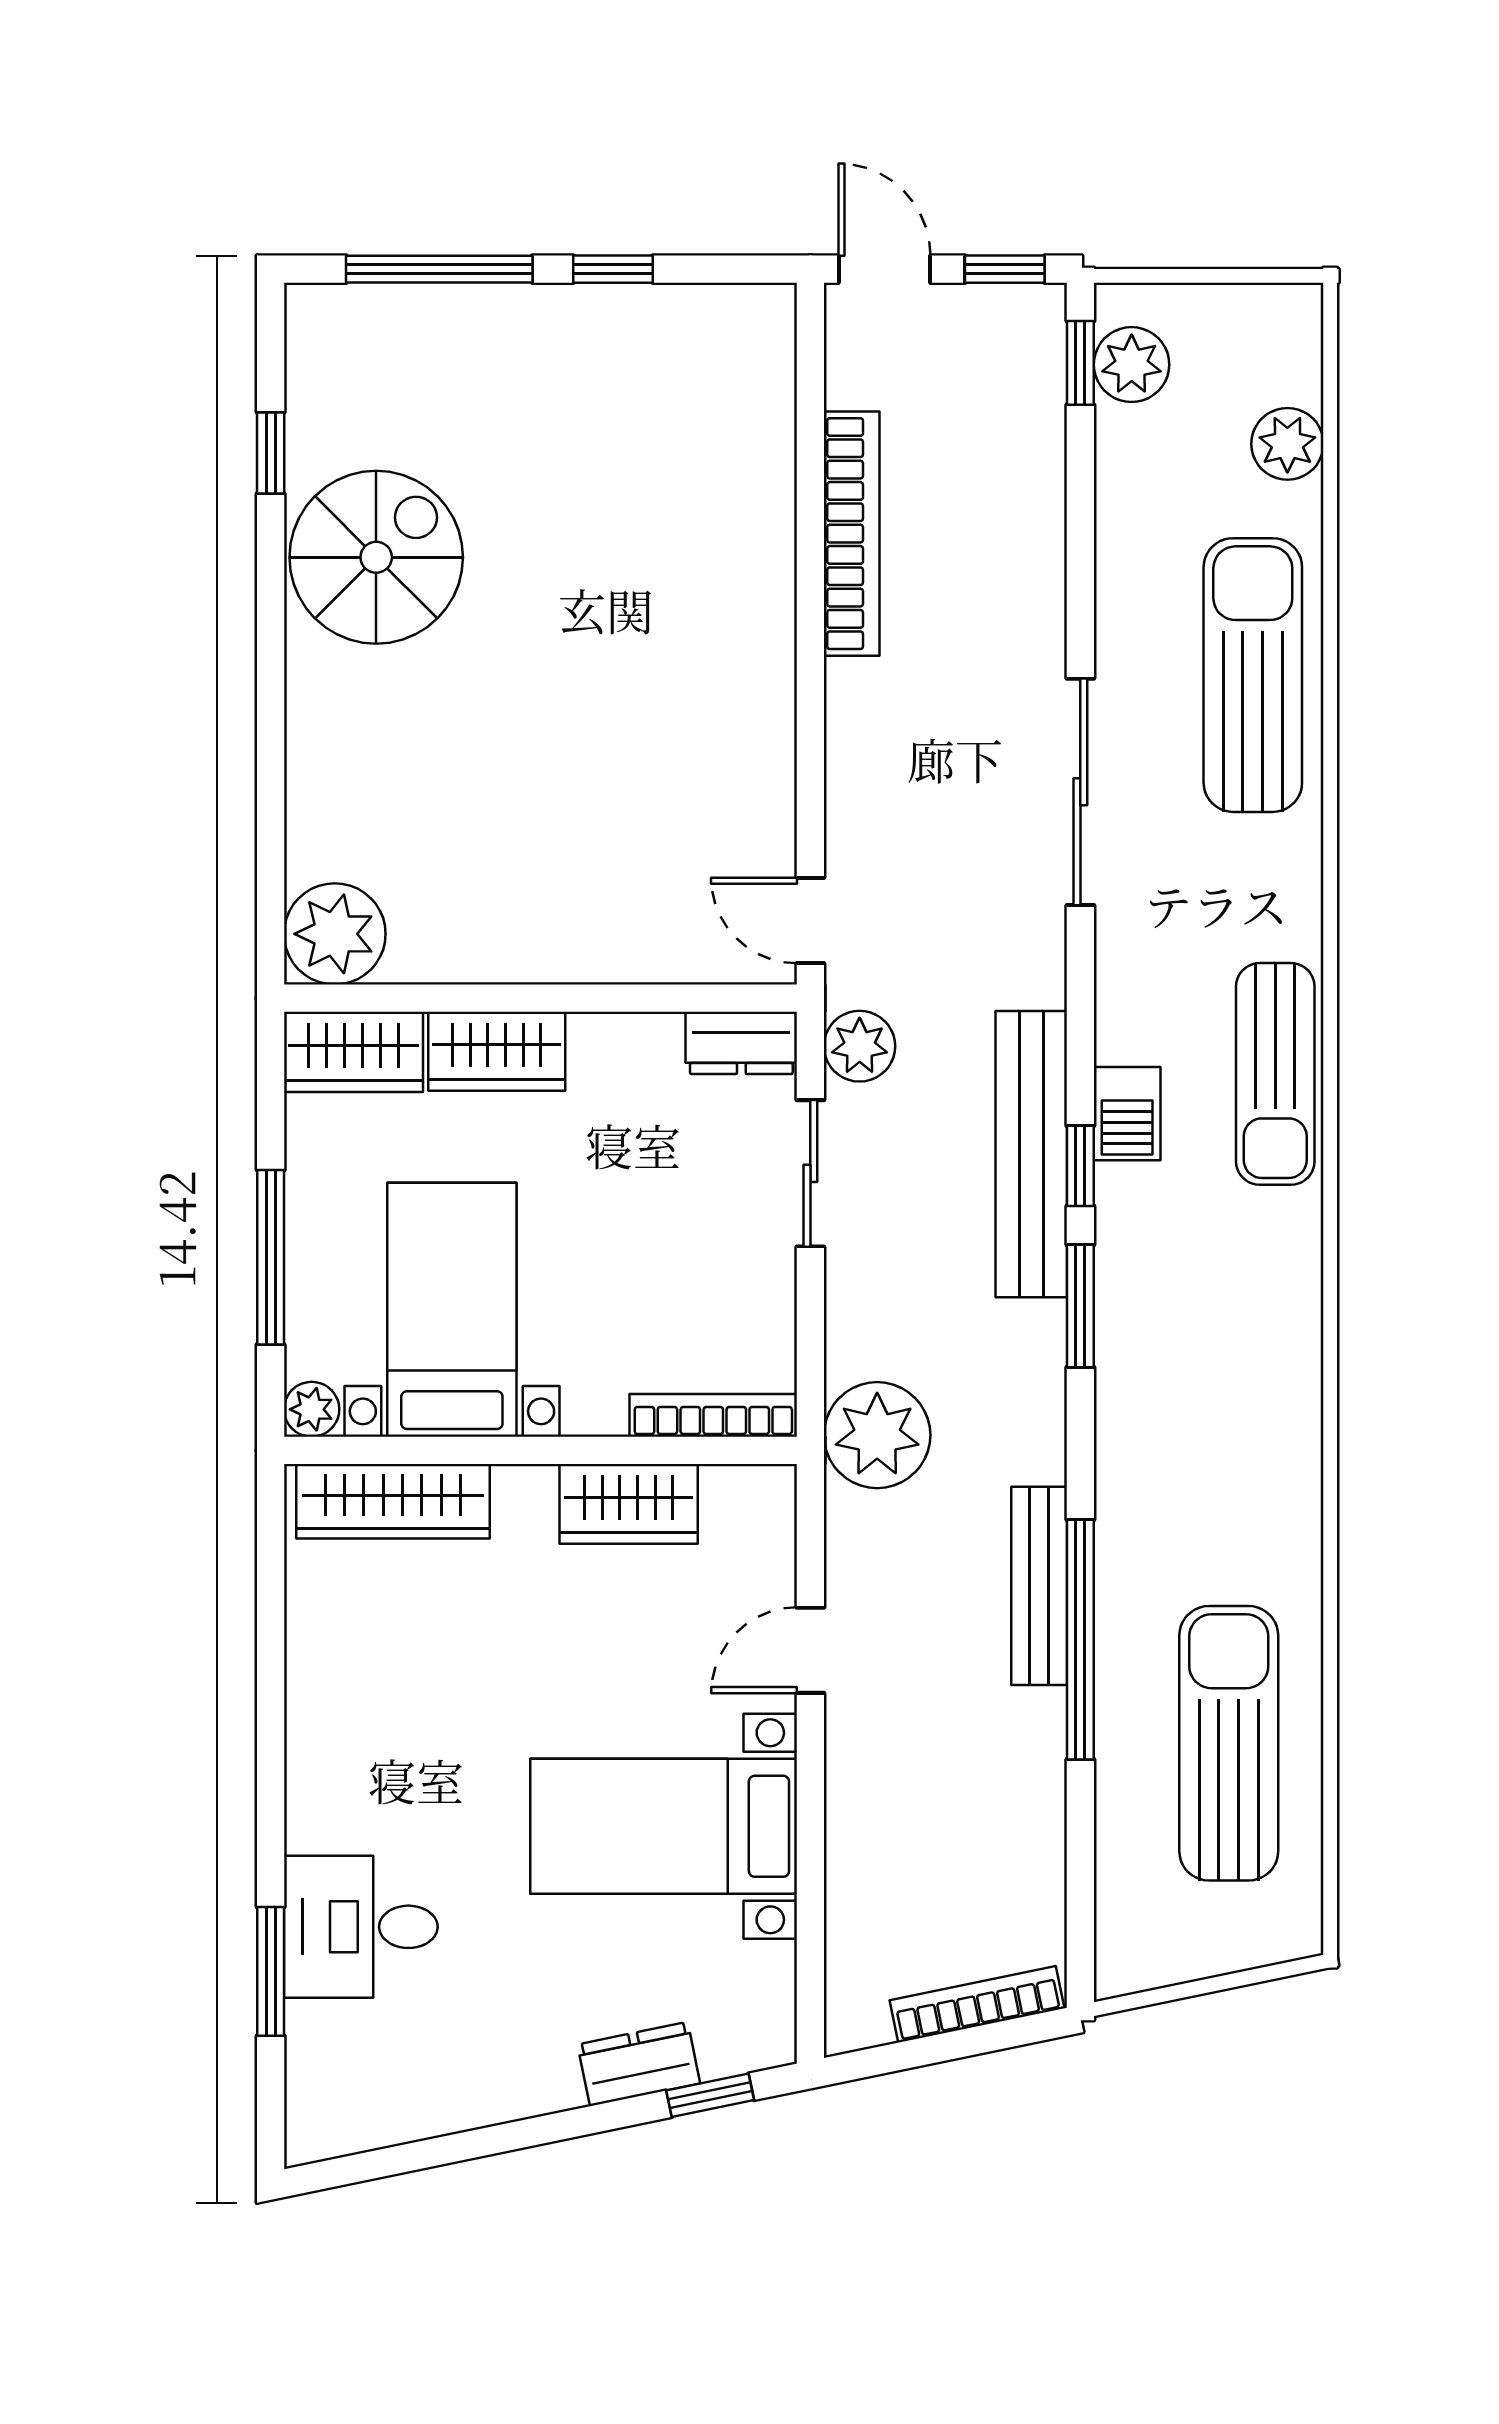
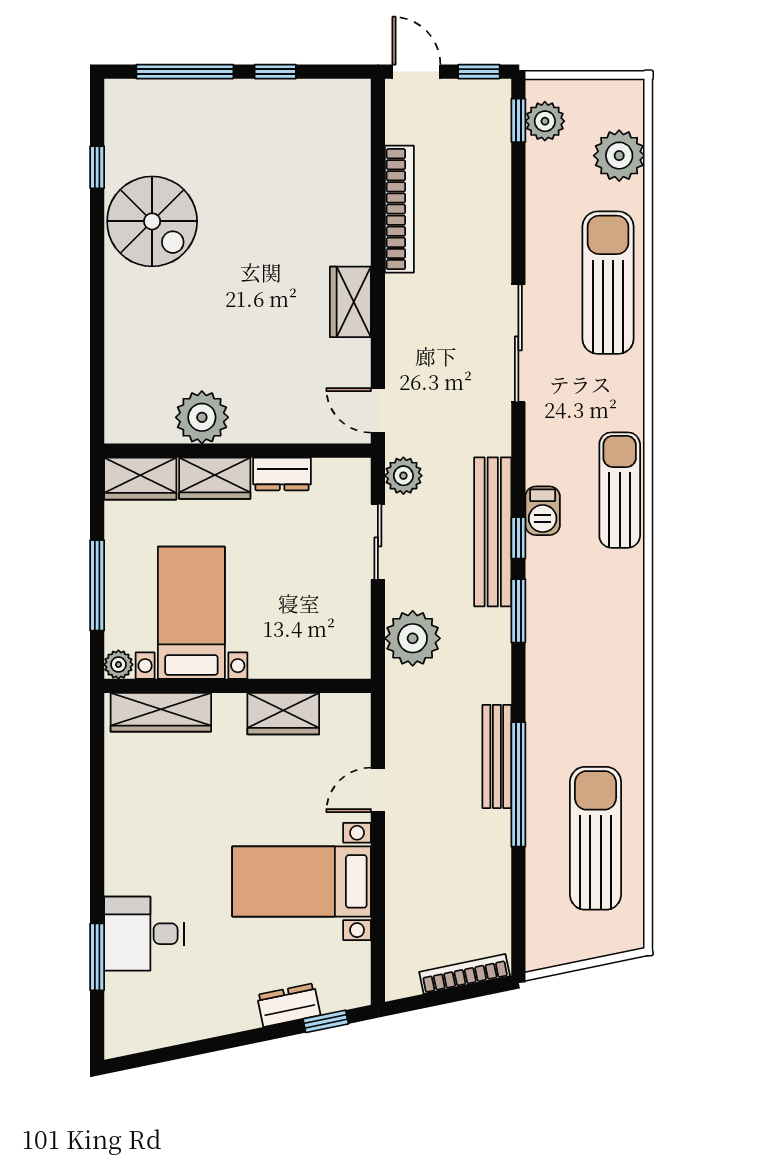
plant: (1287, 444) -> (619, 156), width x1.36, depth x1.36
spiral stairs: (376, 557) -> (152, 221), turned 90
wardrobe: (758, 712) -> (350, 302), added
plant: (335, 934) -> (202, 417), moved
dresser: (741, 1043) -> (282, 474), moved
sun lounger: (1275, 1074) -> (620, 490), turned 180
bookcase: (713, 1415) -> (327, 668), removed
plant: (877, 1435) -> (413, 638), moved

